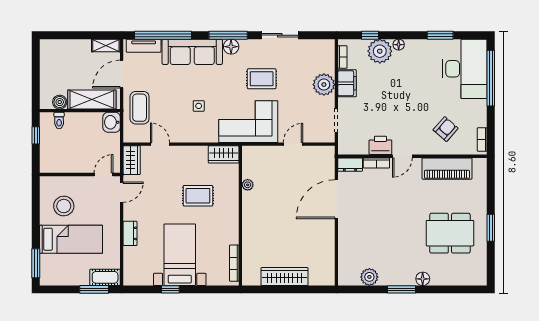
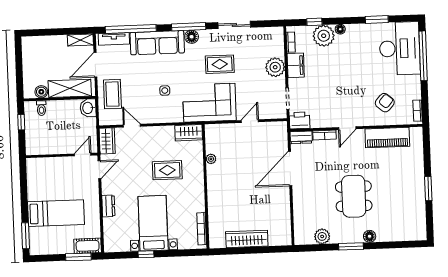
printer: (380, 145) -> (300, 120), moved
stool: (64, 206) -> (48, 184), removed
dining table: (450, 233) -> (354, 196), moved, turned 90

